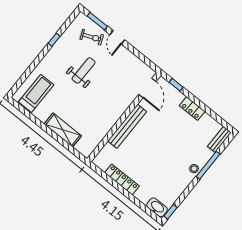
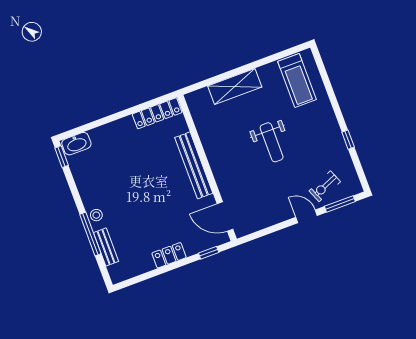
weight bench: (84, 70) -> (272, 142), moved
bench: (219, 140) -> (106, 247), moved
locker: (122, 179) -> (157, 113), moved

